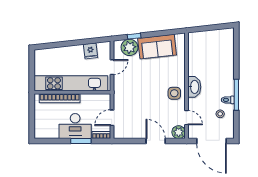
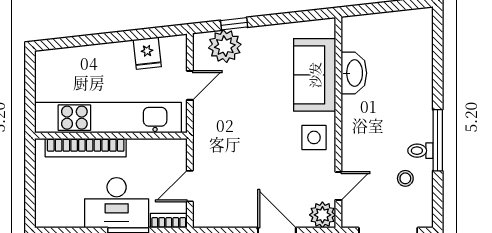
sofa: (157, 47) -> (315, 75), moved, turned 96
washbasin: (194, 87) -> (354, 73), moved
door: (187, 118) -> (338, 186), hinge flipped

